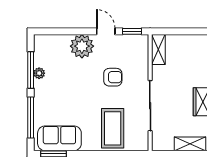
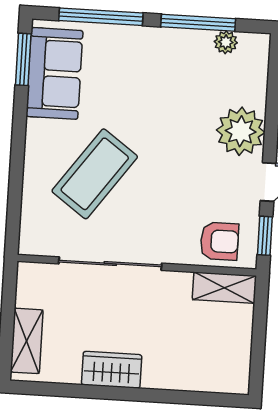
plant: (39, 73) -> (226, 42), moved
armchair: (113, 77) -> (219, 241), moved, turned -90
coffee table: (113, 128) -> (95, 174), moved, turned -54

